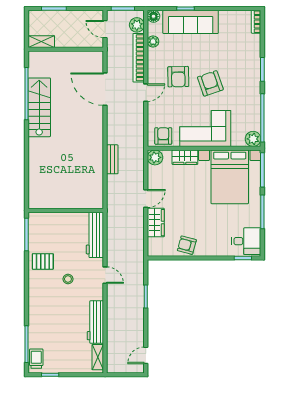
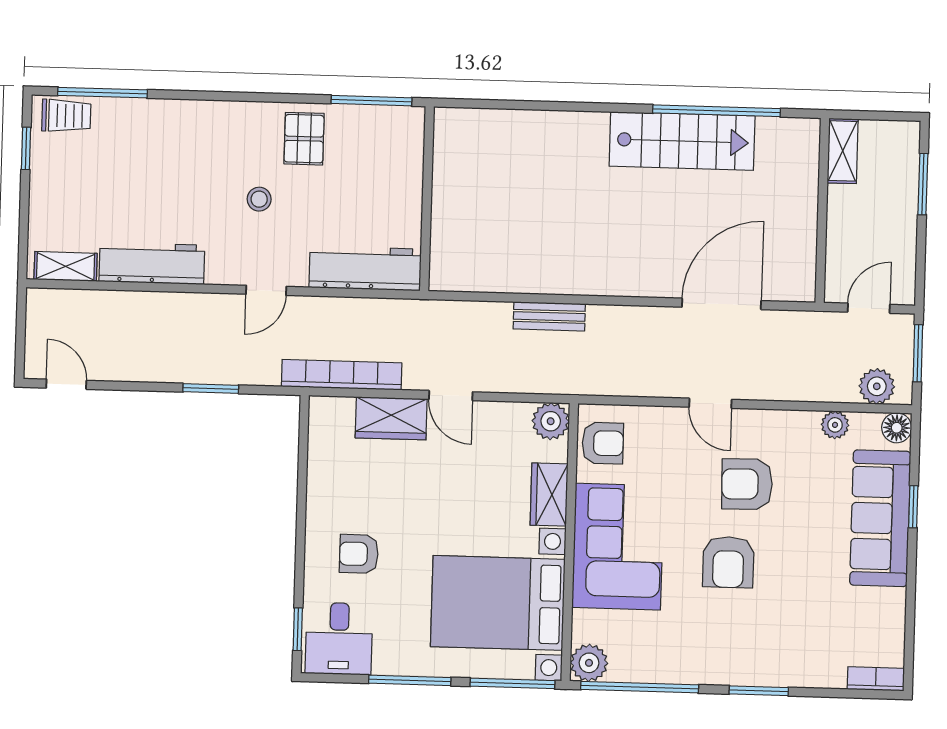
bookcase: (139, 58) -> (342, 375), moved
armchair: (210, 83) -> (728, 562), turned 109
armchair: (187, 245) -> (359, 554), moved, turned -105

